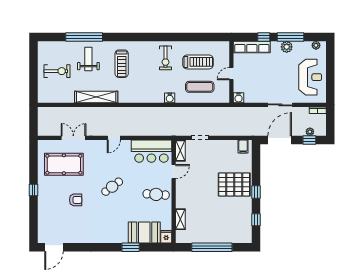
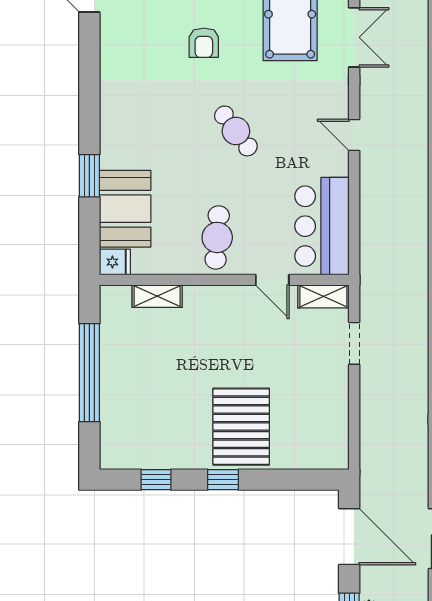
filing cabinet: (243, 147) -> (333, 448), removed

